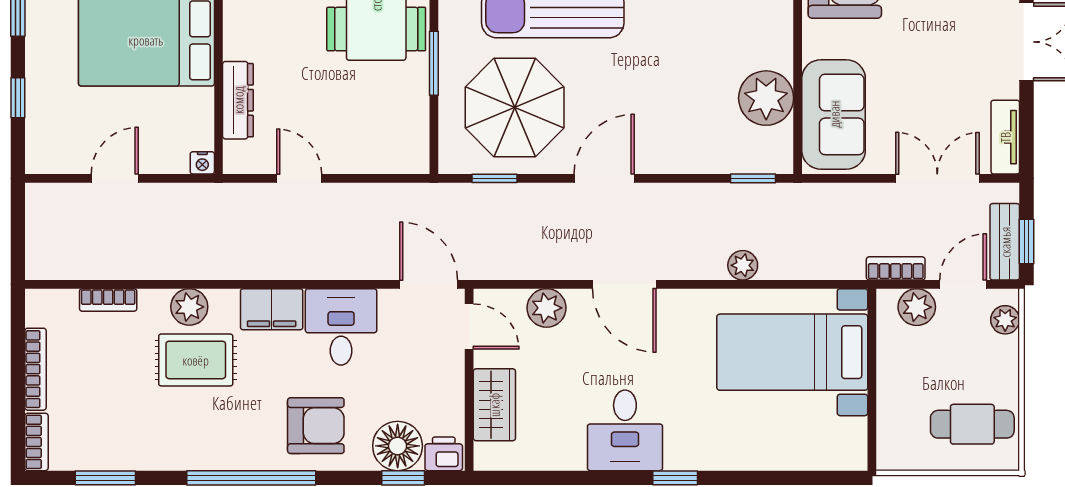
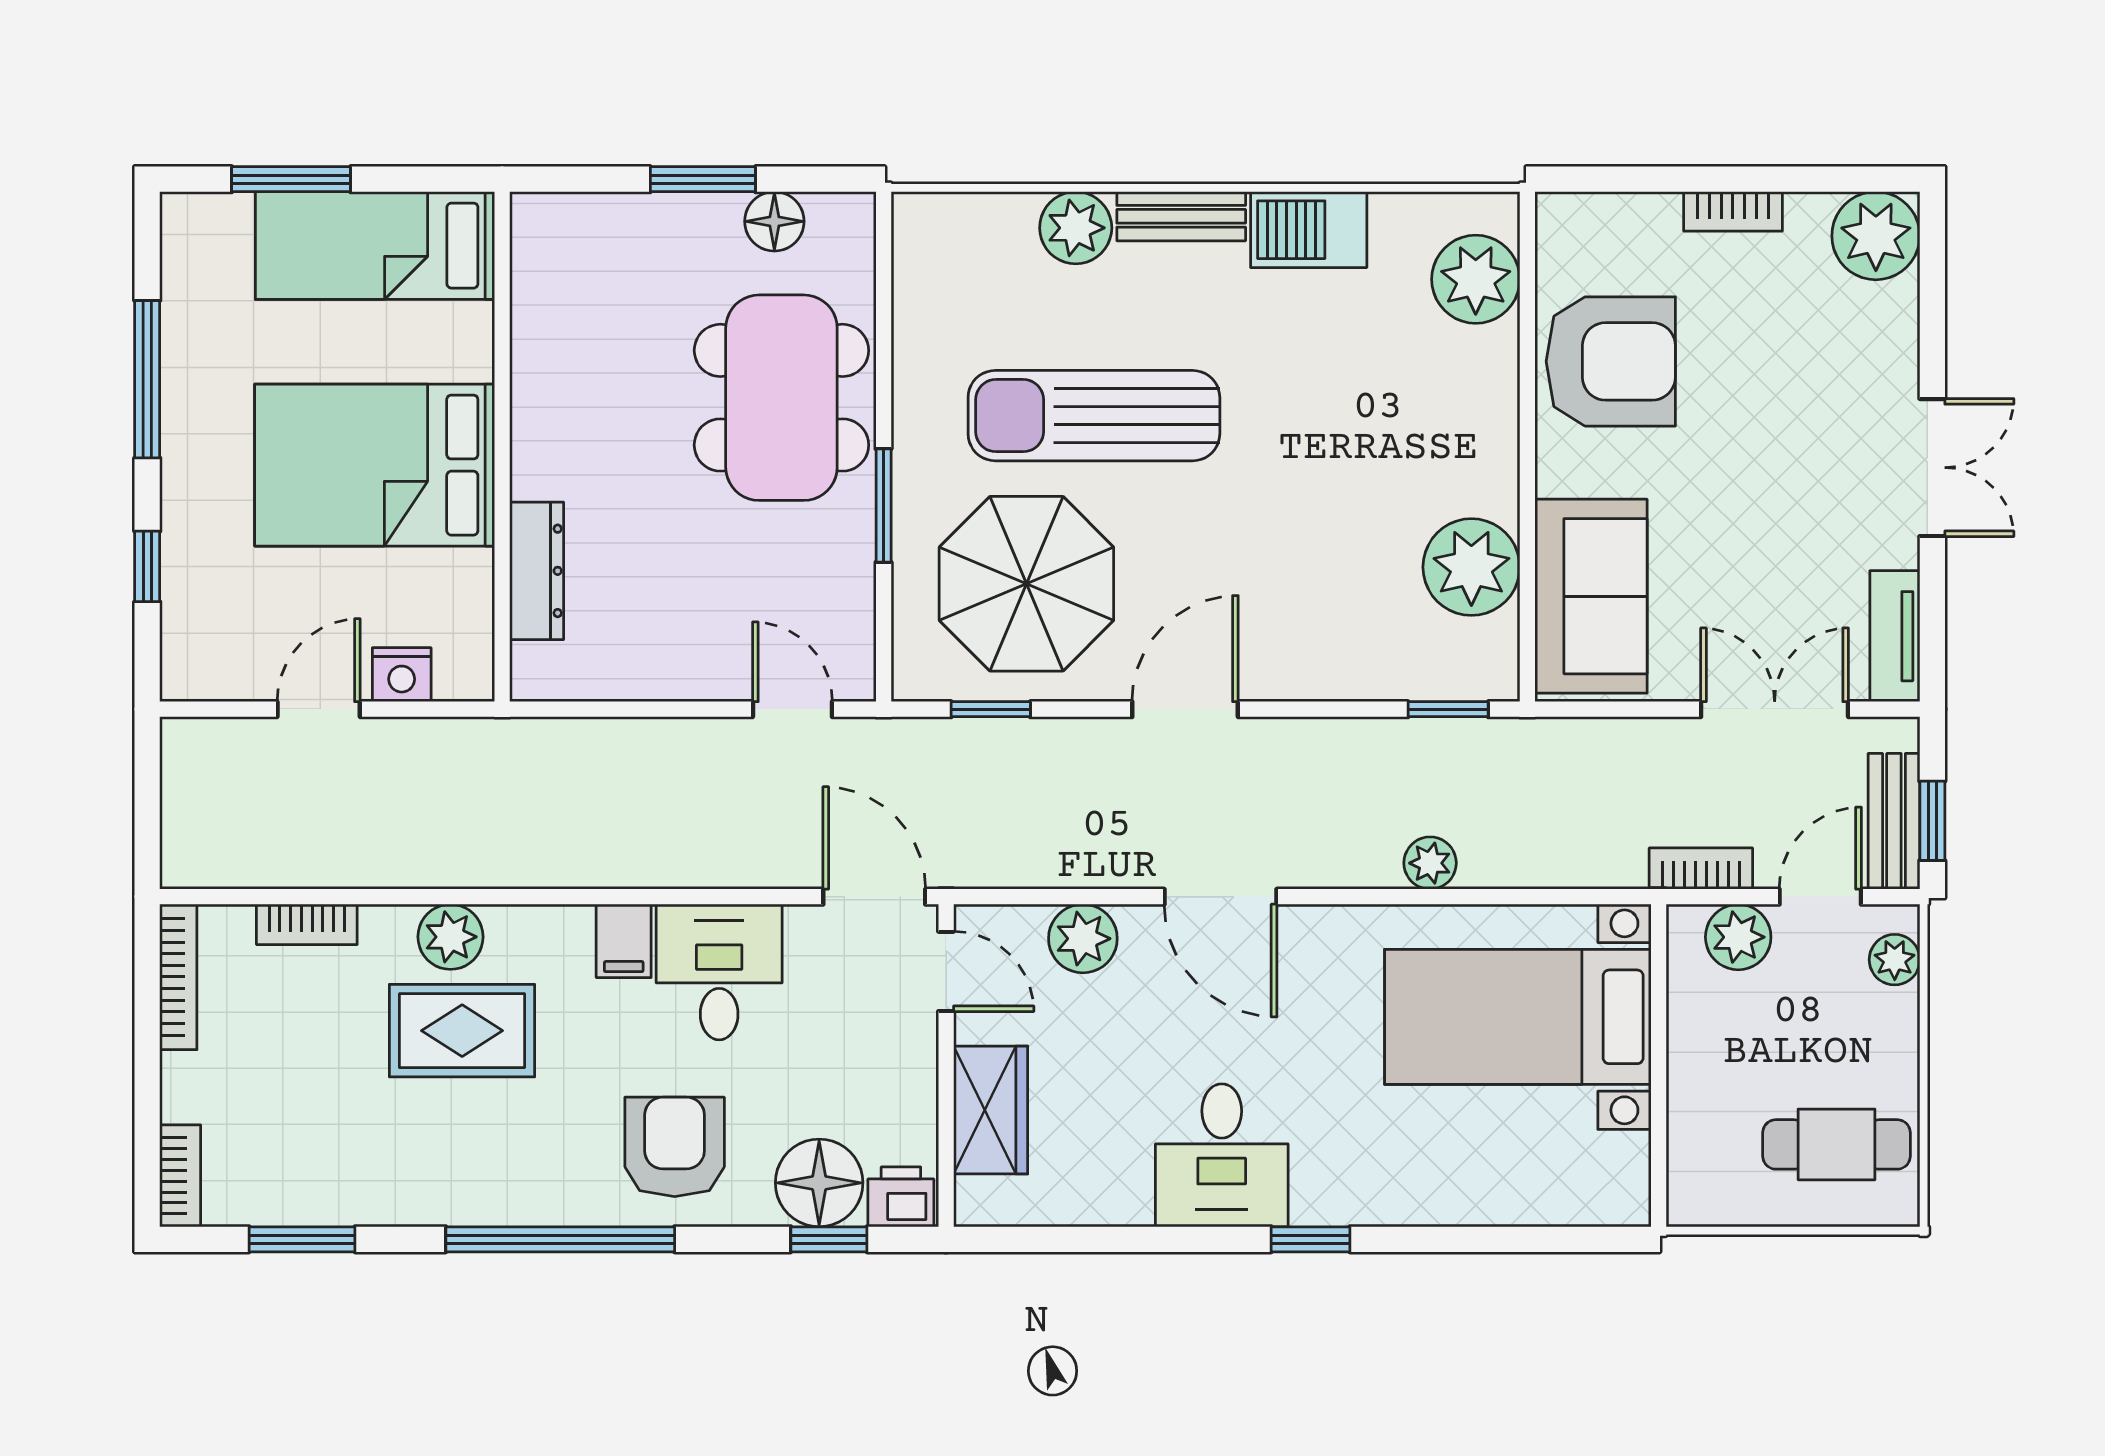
nightstand: (202, 163) -> (402, 675), moved, width x1.39, depth x1.35
door: (299, 178) -> (792, 709), moved
filing cabinet: (272, 309) -> (624, 941), width x0.50
bookcase: (35, 369) -> (178, 977), moved
armchair: (316, 426) -> (675, 1147), turned -90

